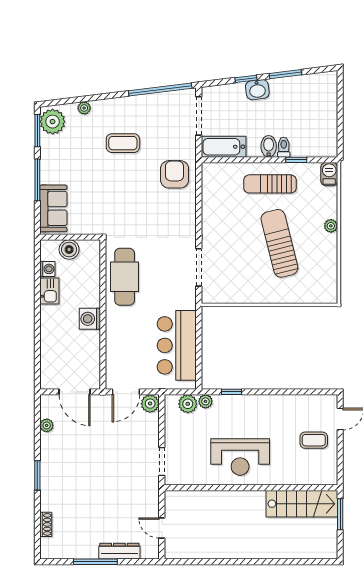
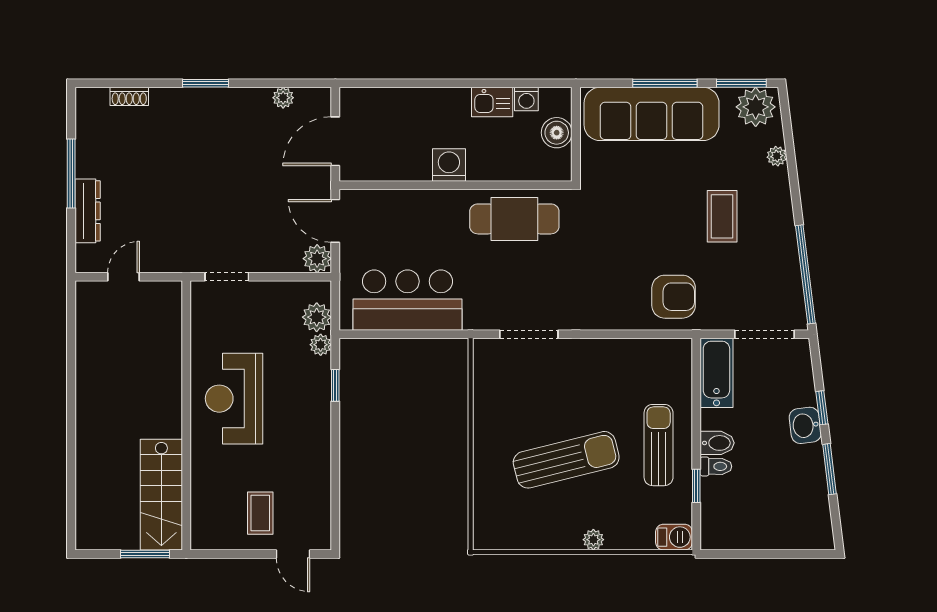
sofa: (53, 208) -> (652, 114), width x1.85, depth x1.27

